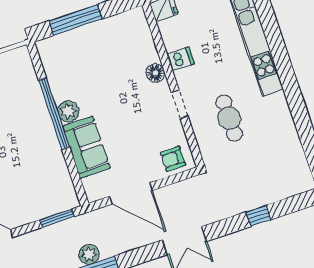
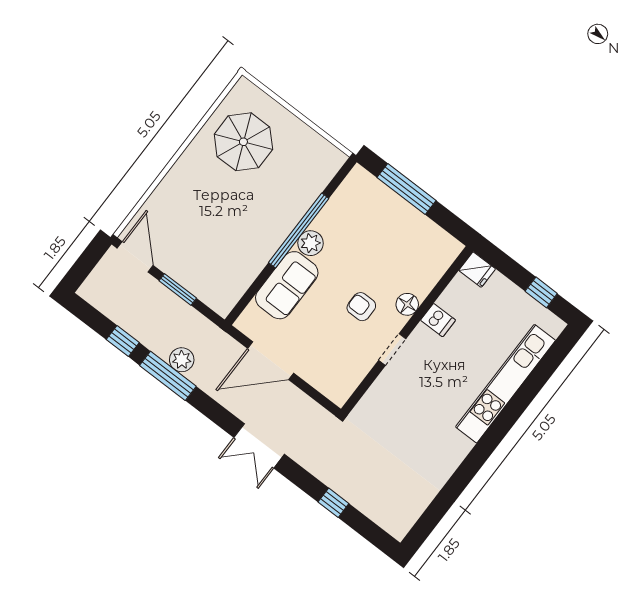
cafe table: (229, 118) -> (411, 408), removed
armchair: (173, 159) -> (361, 307), moved
door: (131, 193) -> (271, 361), hinge flipped
window: (57, 218) -> (178, 289), moved

